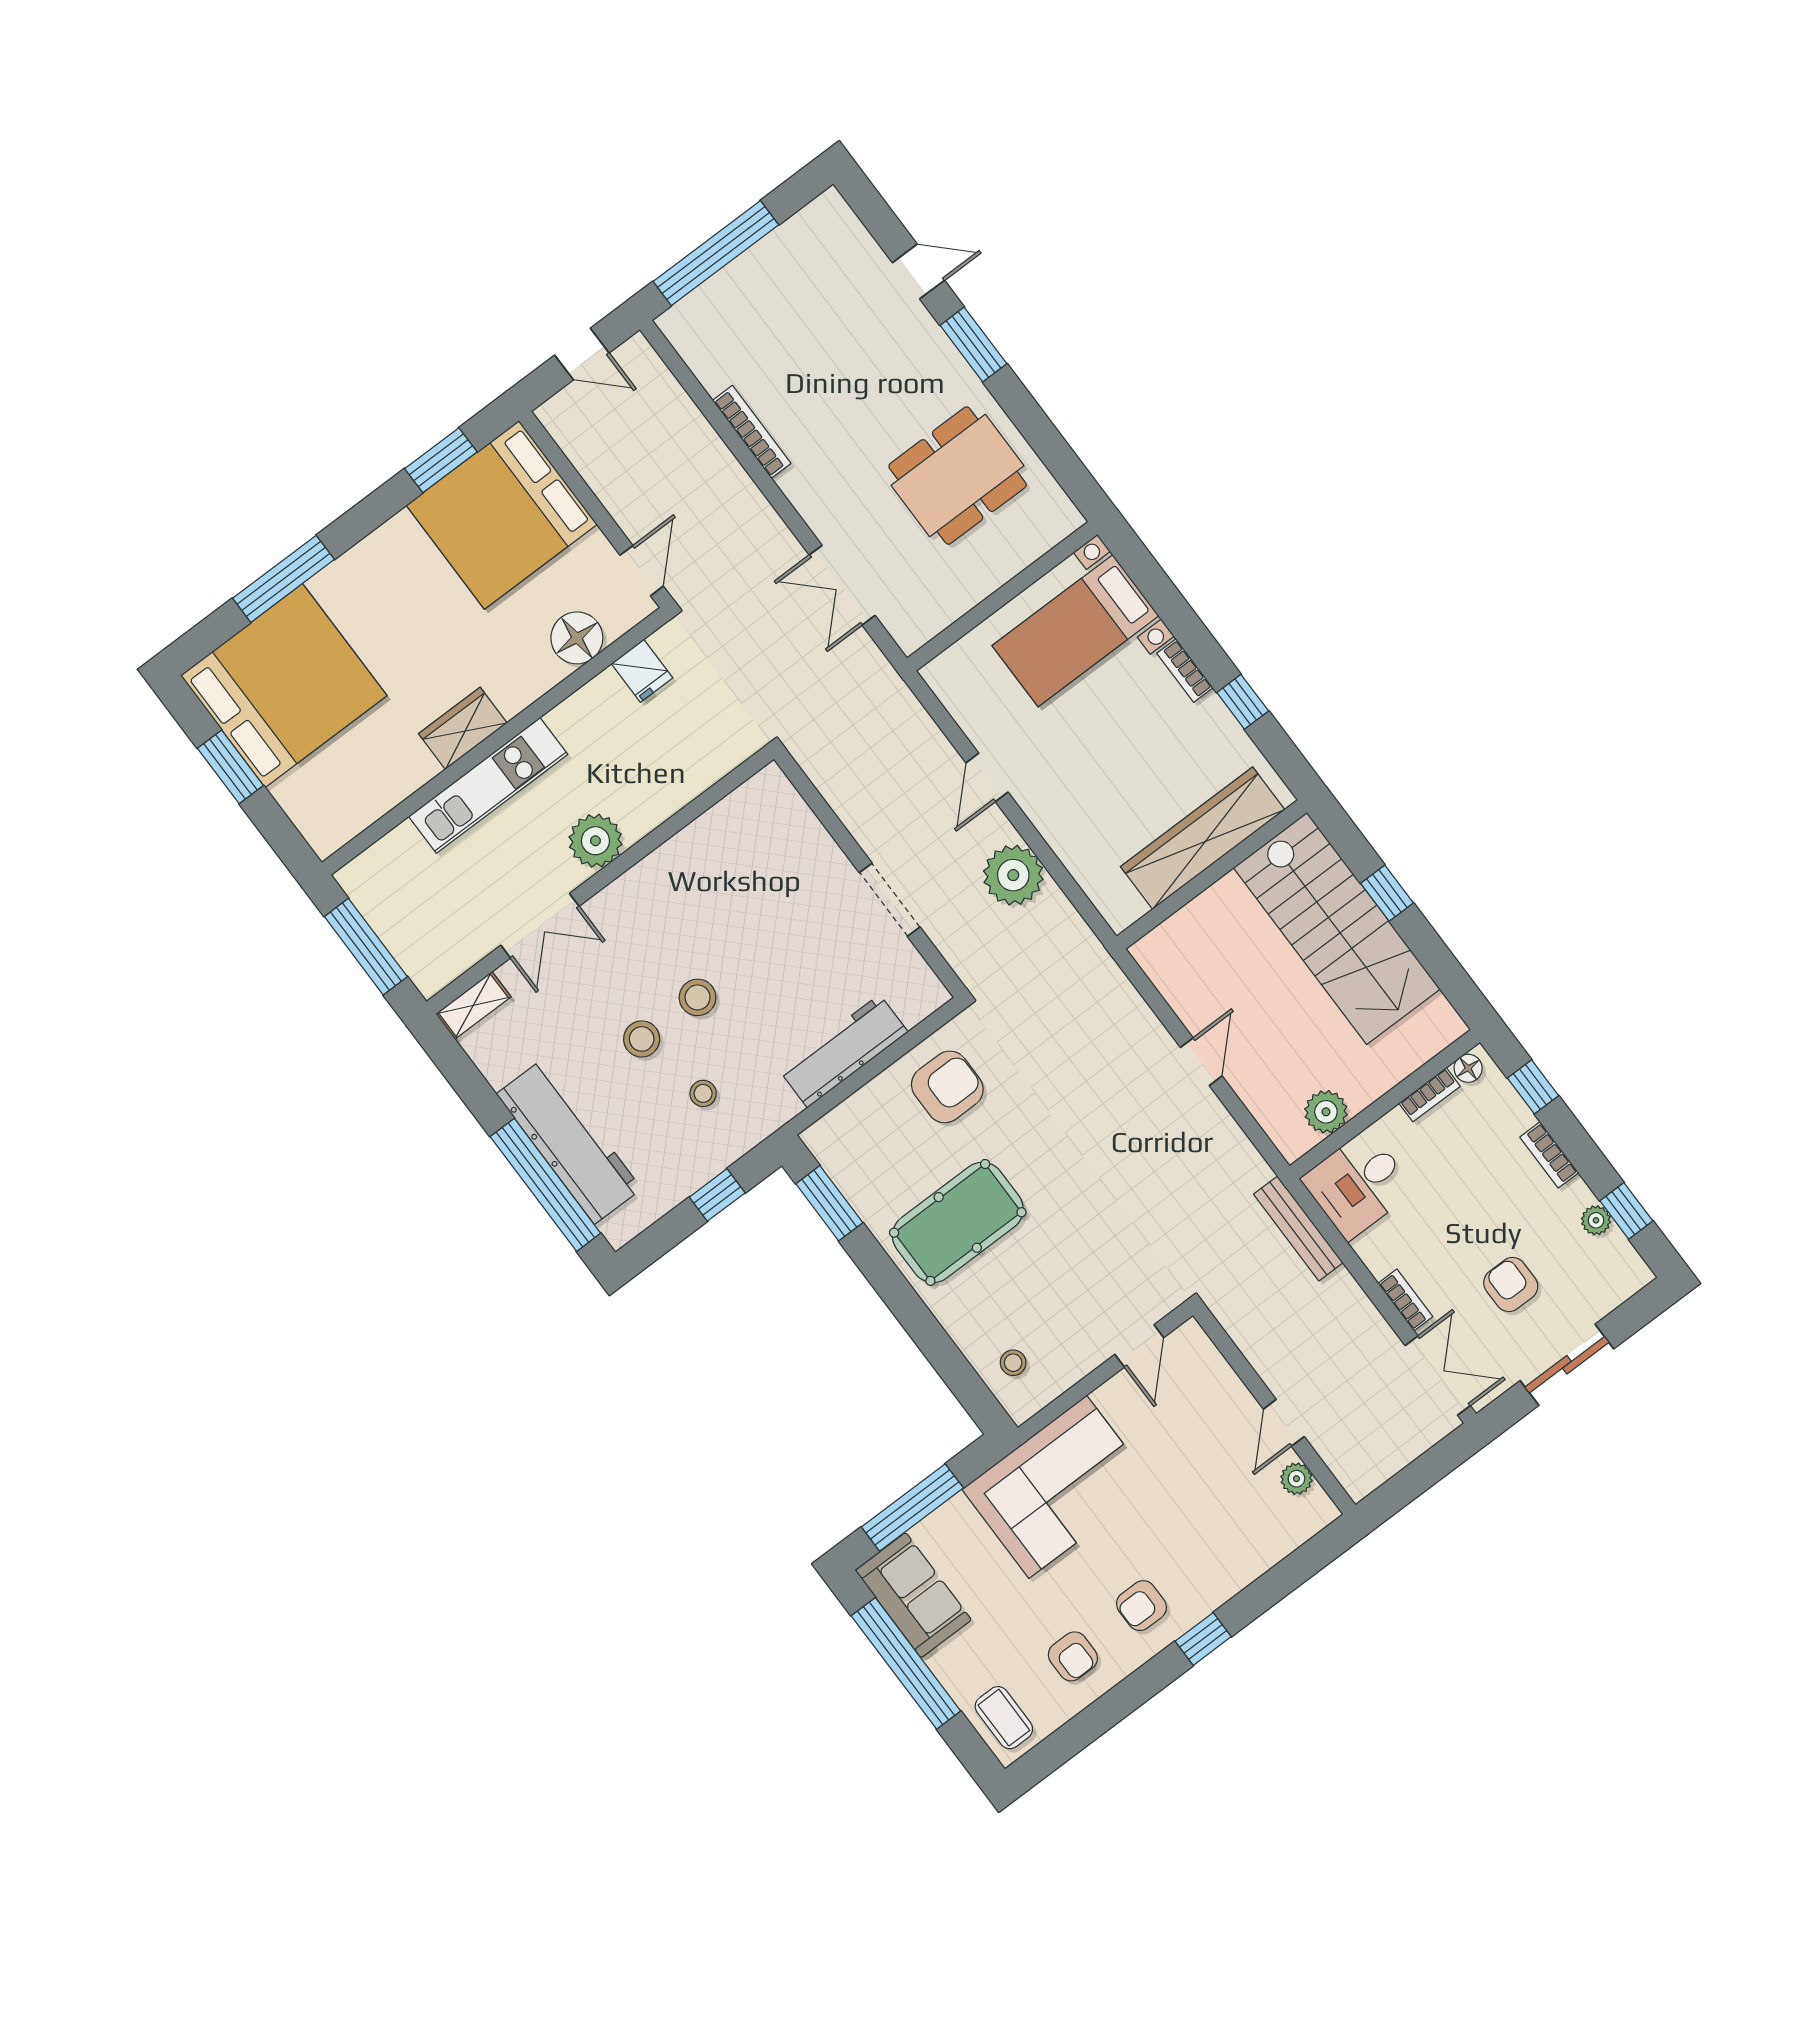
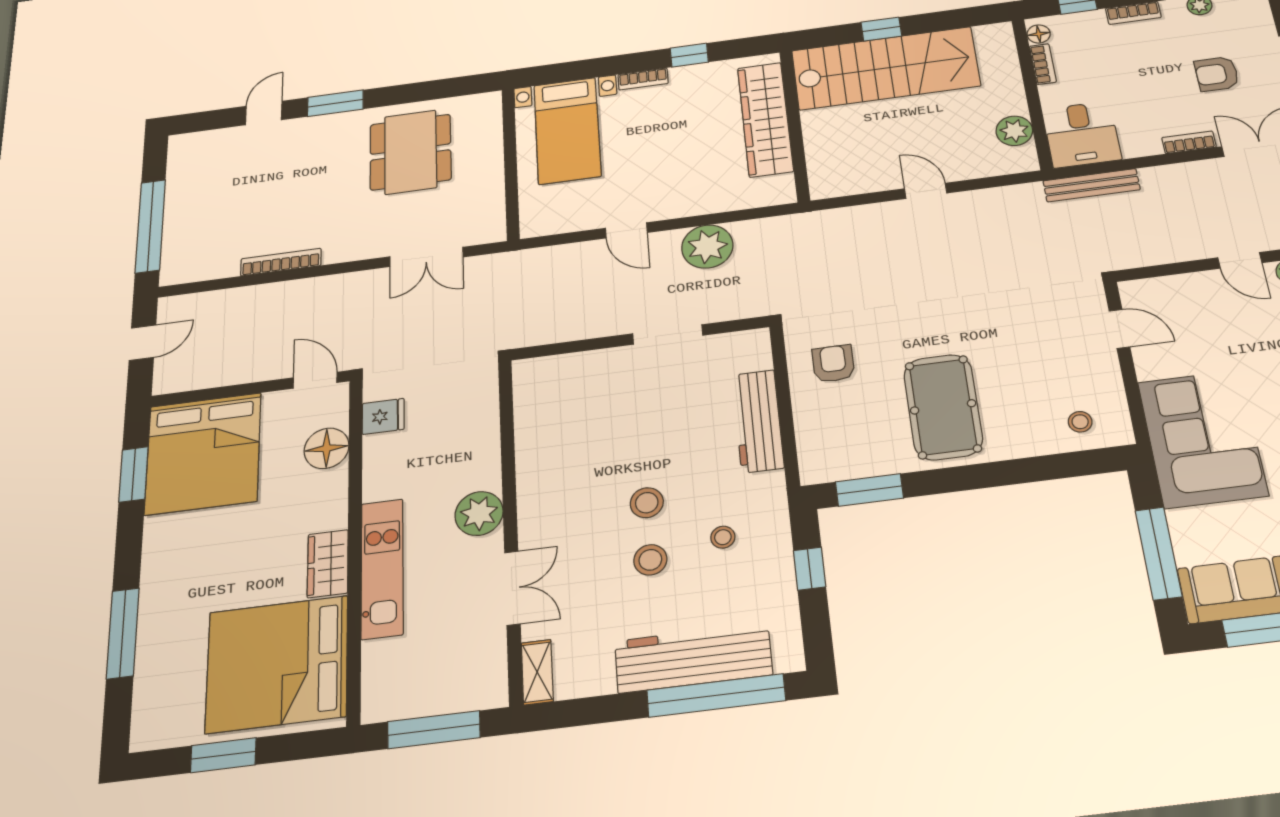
bed: (284, 686) -> (277, 664), moved, turned -90
armchair: (947, 1087) -> (833, 364), width x0.72, depth x0.72

